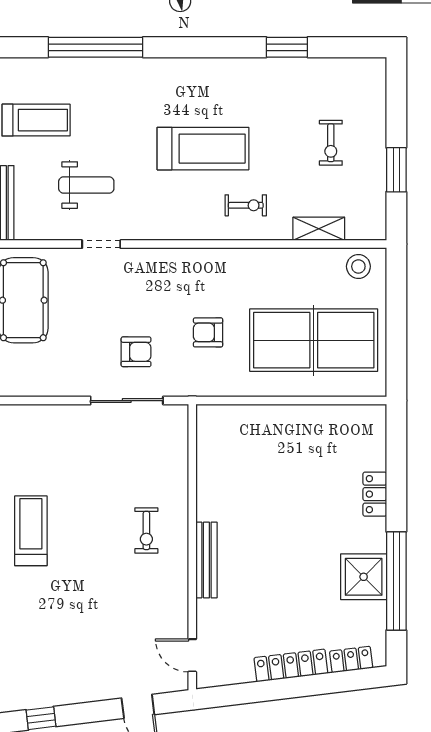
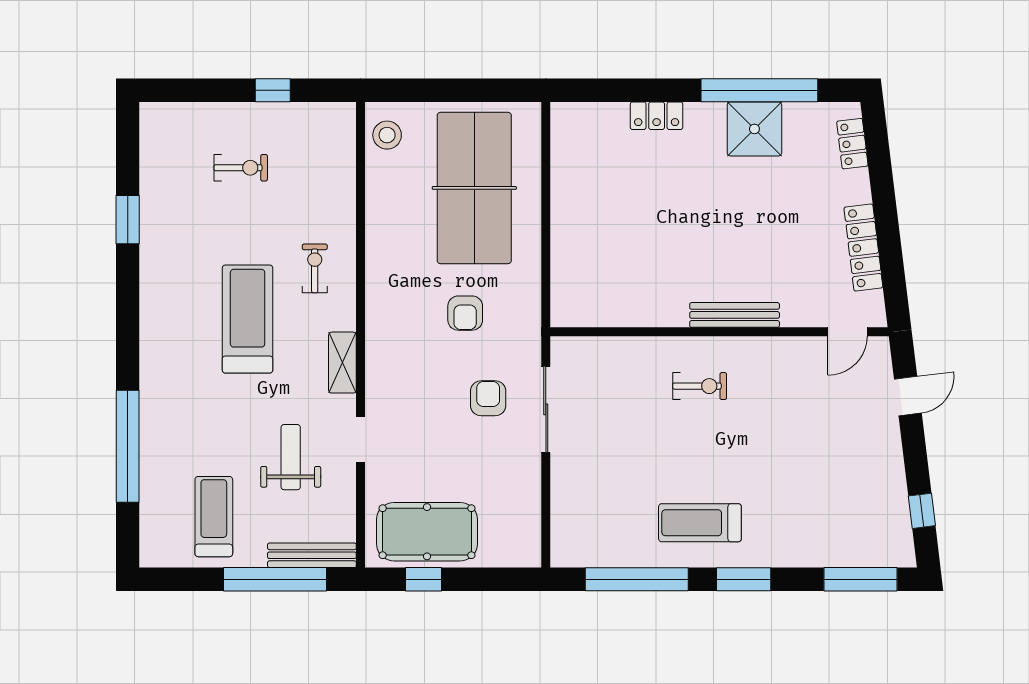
window: (396, 170) -> (273, 90), width x0.67
shelving: (319, 229) -> (342, 363), moved
locker: (291, 666) -> (863, 247), moved

